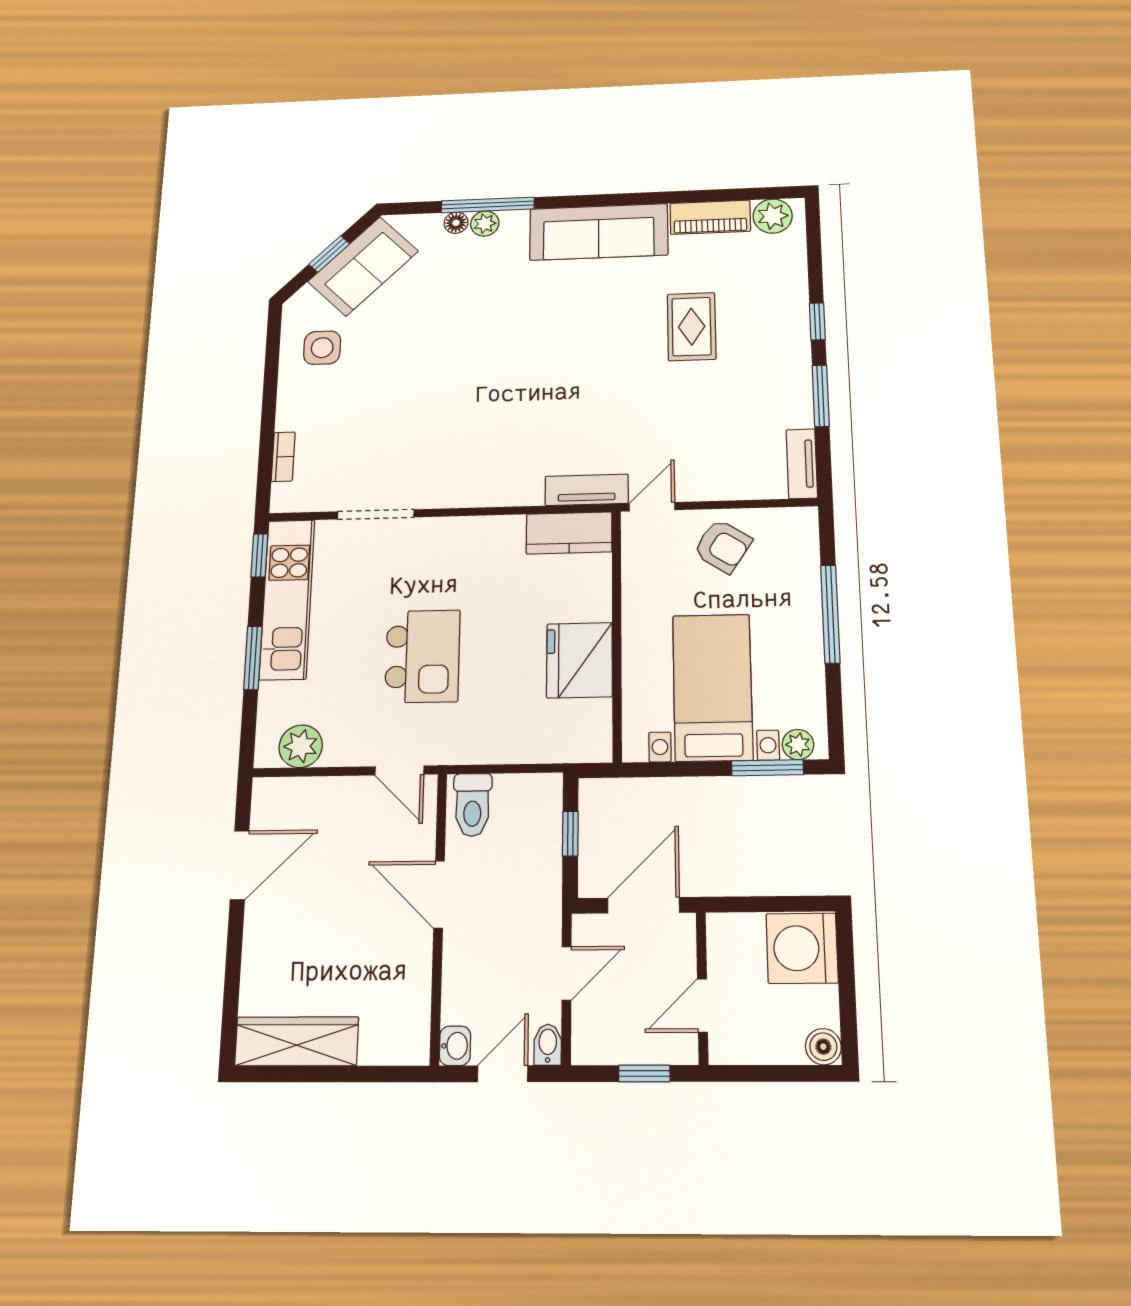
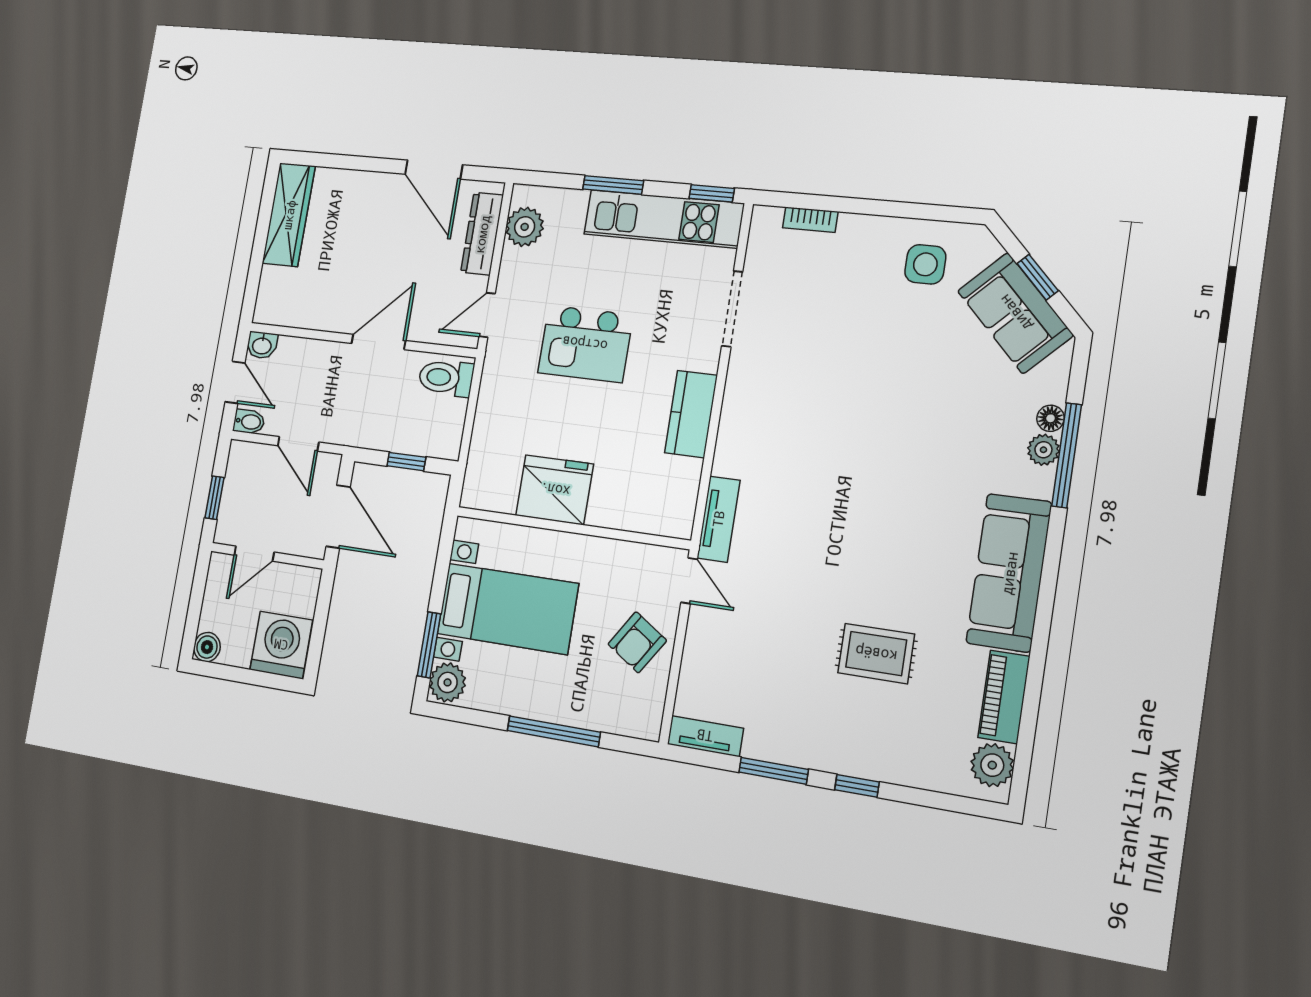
kitchen counter: (569, 533) -> (691, 414), moved
plant: (798, 744) -> (448, 682), width x1.38, depth x1.38
dresser: (310, 794) -> (482, 234), added
door: (702, 1006) -> (254, 554), swing flipped

